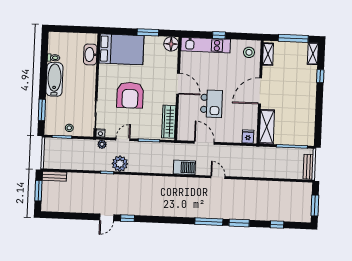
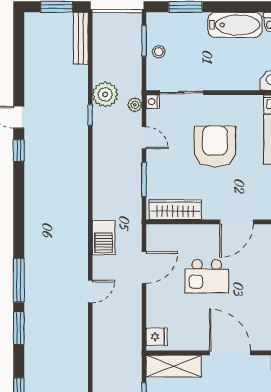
armchair: (130, 95) -> (215, 146), turned 90
plant: (120, 164) -> (105, 94), moved
bench: (54, 176) -> (81, 38), width x1.36

